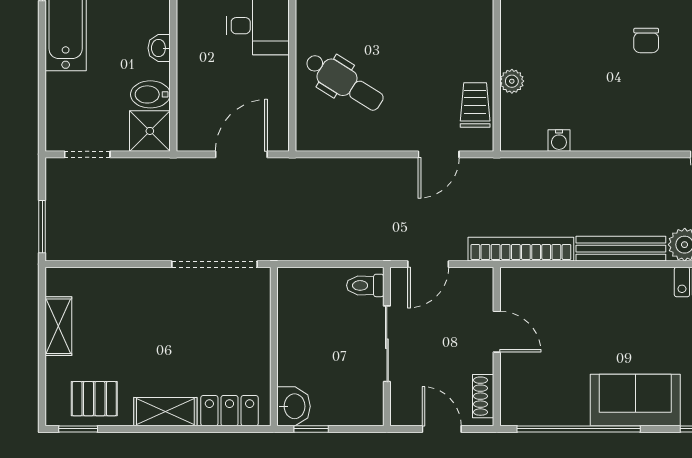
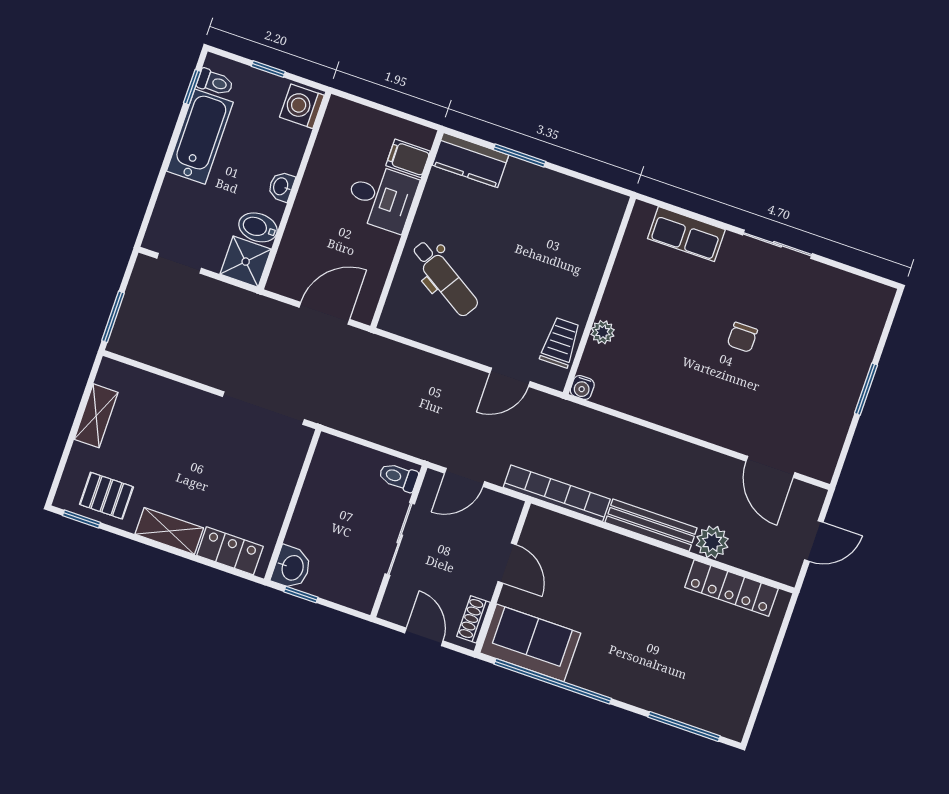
water cooler: (559, 140) -> (582, 388), moved
sofa: (635, 400) -> (530, 643), moved

